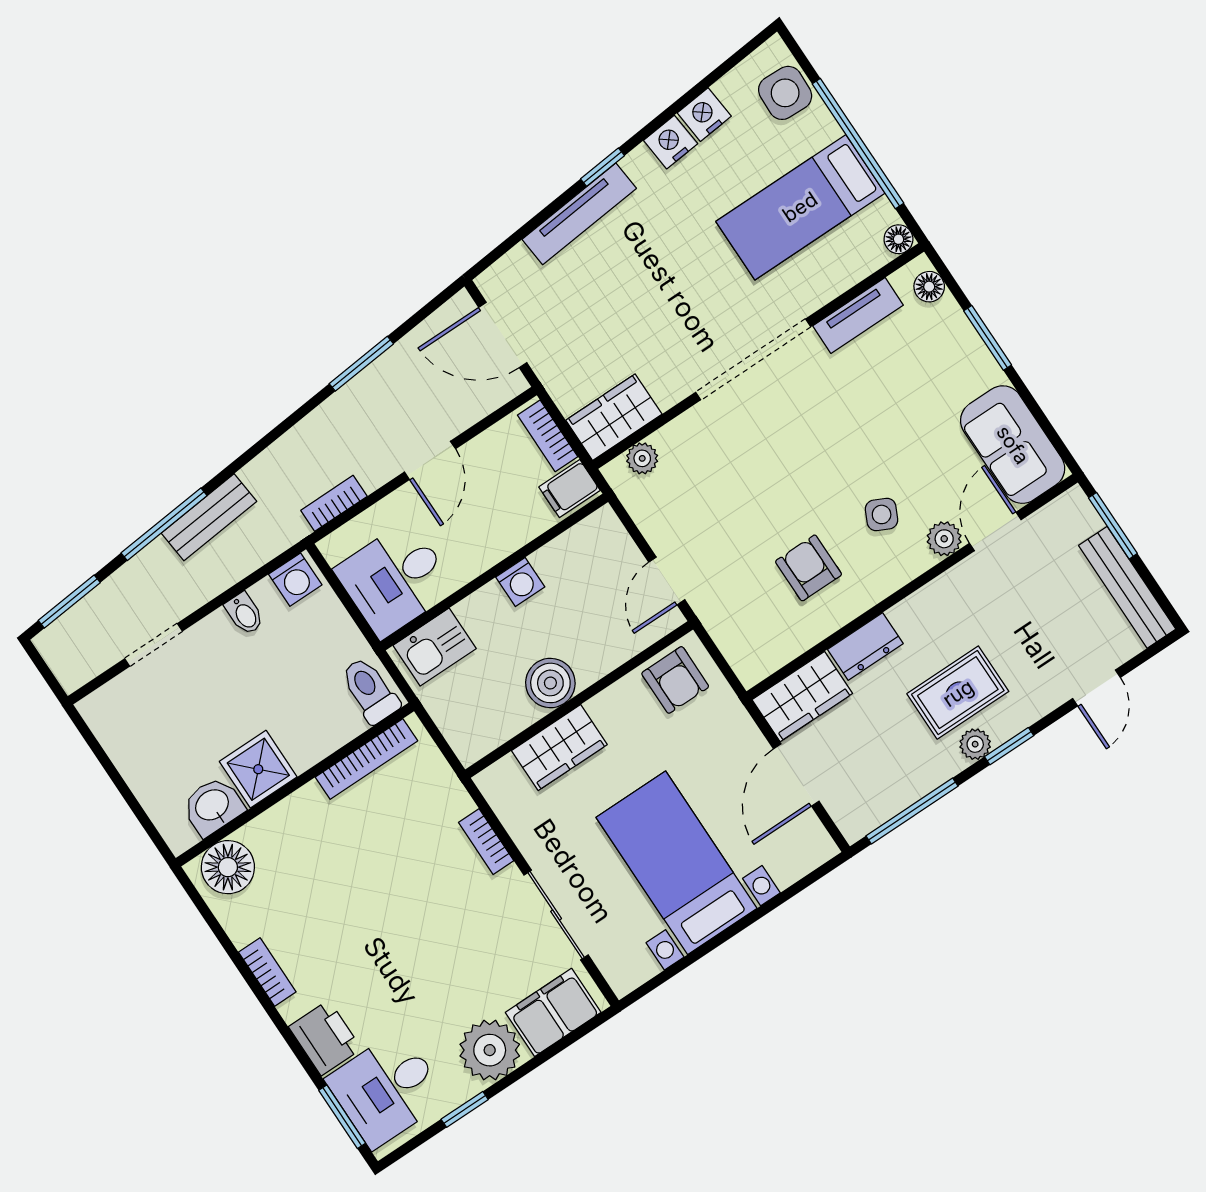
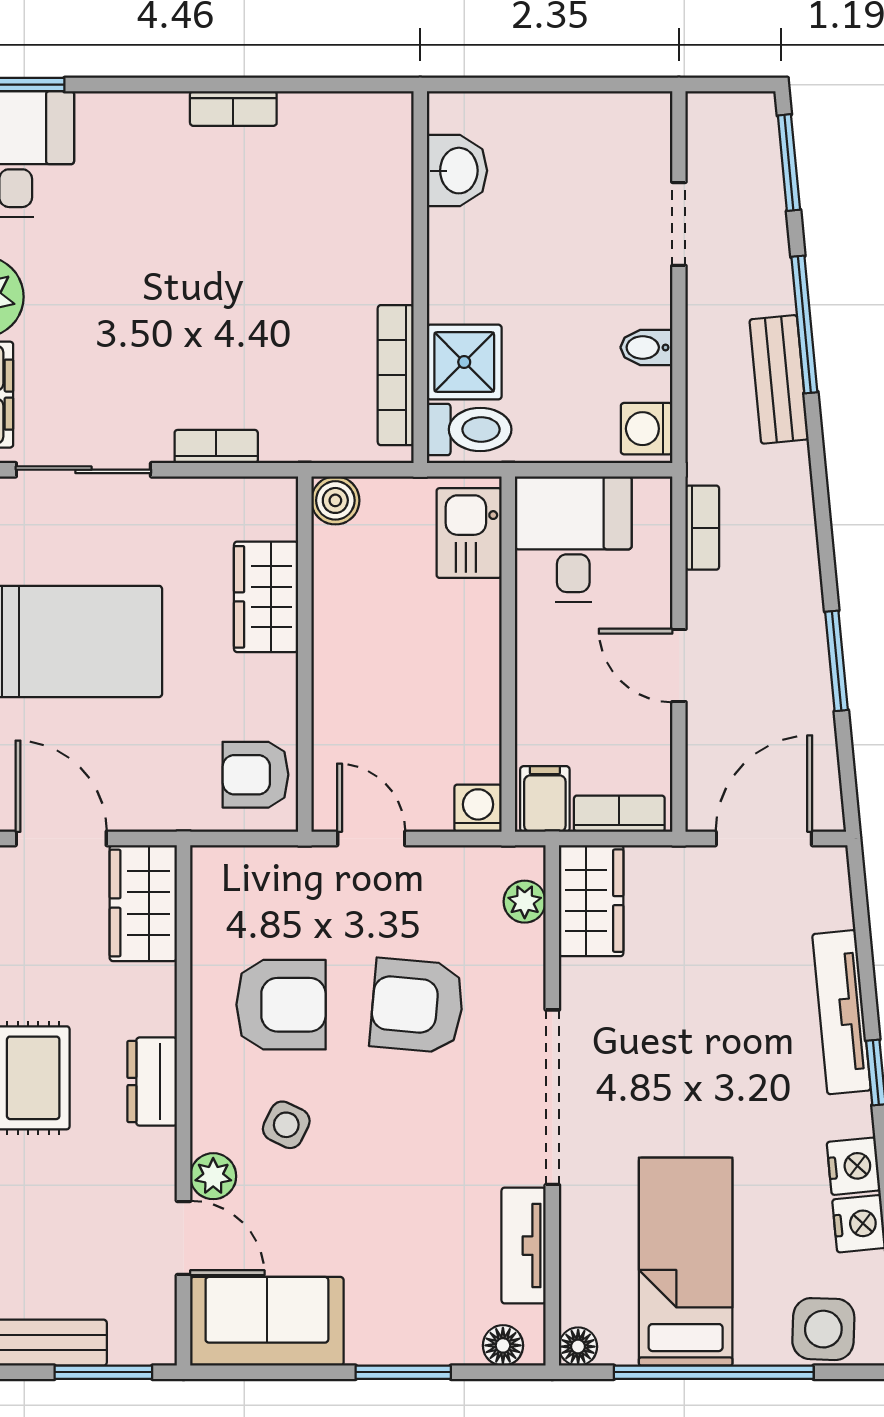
armchair: (752, 482) -> (417, 1006), added
armchair: (809, 568) -> (281, 1005), width x1.38, depth x1.38
washing machine: (520, 582) -> (478, 808), moved, turned 90
dresser: (865, 647) -> (152, 1082), moved
boiler: (550, 683) -> (335, 500), moved, width x0.73, depth x0.73
shower: (258, 769) -> (464, 362), moved
floor lamp: (228, 867) -> (378, 142), removed
printer: (325, 1038) -> (118, 124), removed

